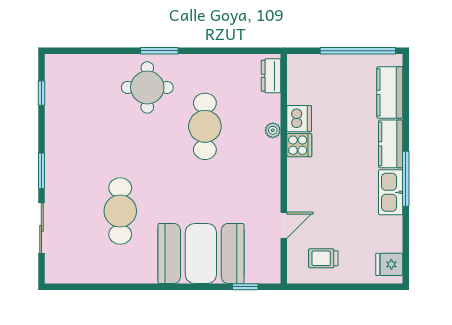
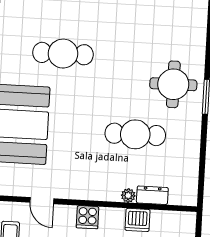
dresser: (271, 76) -> (152, 195), moved
cooker: (299, 145) -> (88, 217), moved

